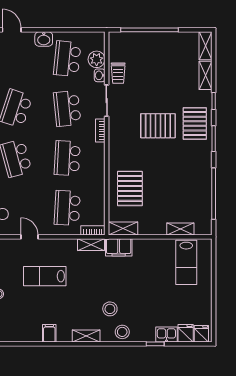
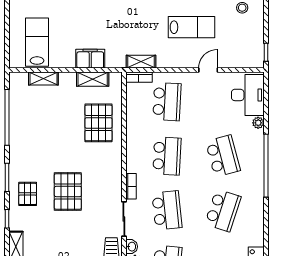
pallet: (195, 124) -> (28, 194), width x0.67, depth x0.71
pallet: (158, 126) -> (68, 191), turned 90
shelving: (123, 229) -> (93, 79), moved
door: (30, 237) -> (208, 70), swing flipped
filing cabinet: (119, 247) -> (90, 59), moved

